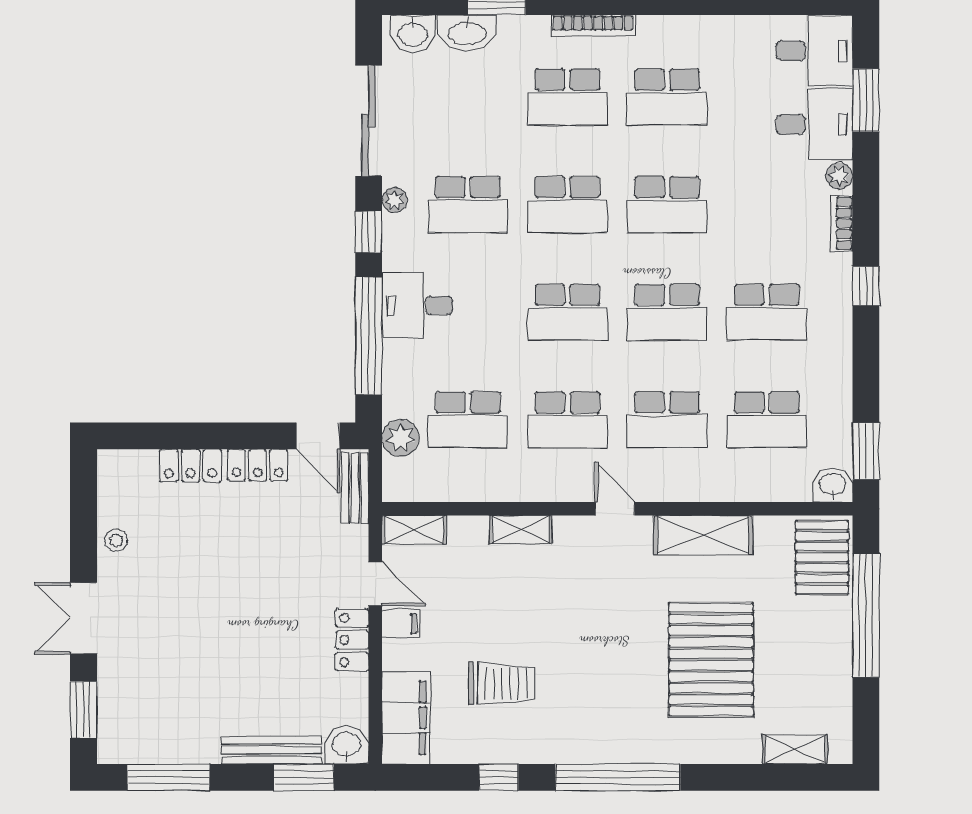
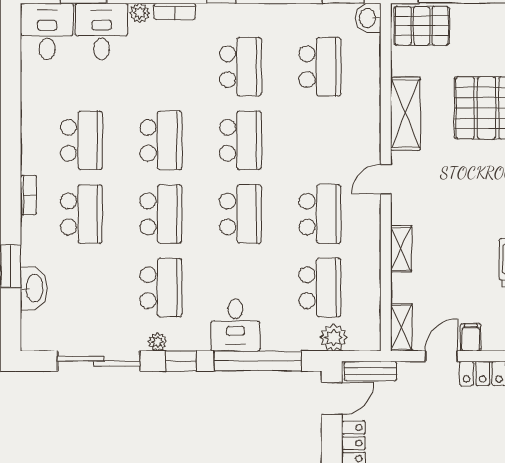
bookcase: (593, 26) -> (28, 195), width x0.64
washbasin: (413, 34) -> (34, 328), removed
school desk: (667, 420) -> (320, 140), removed

